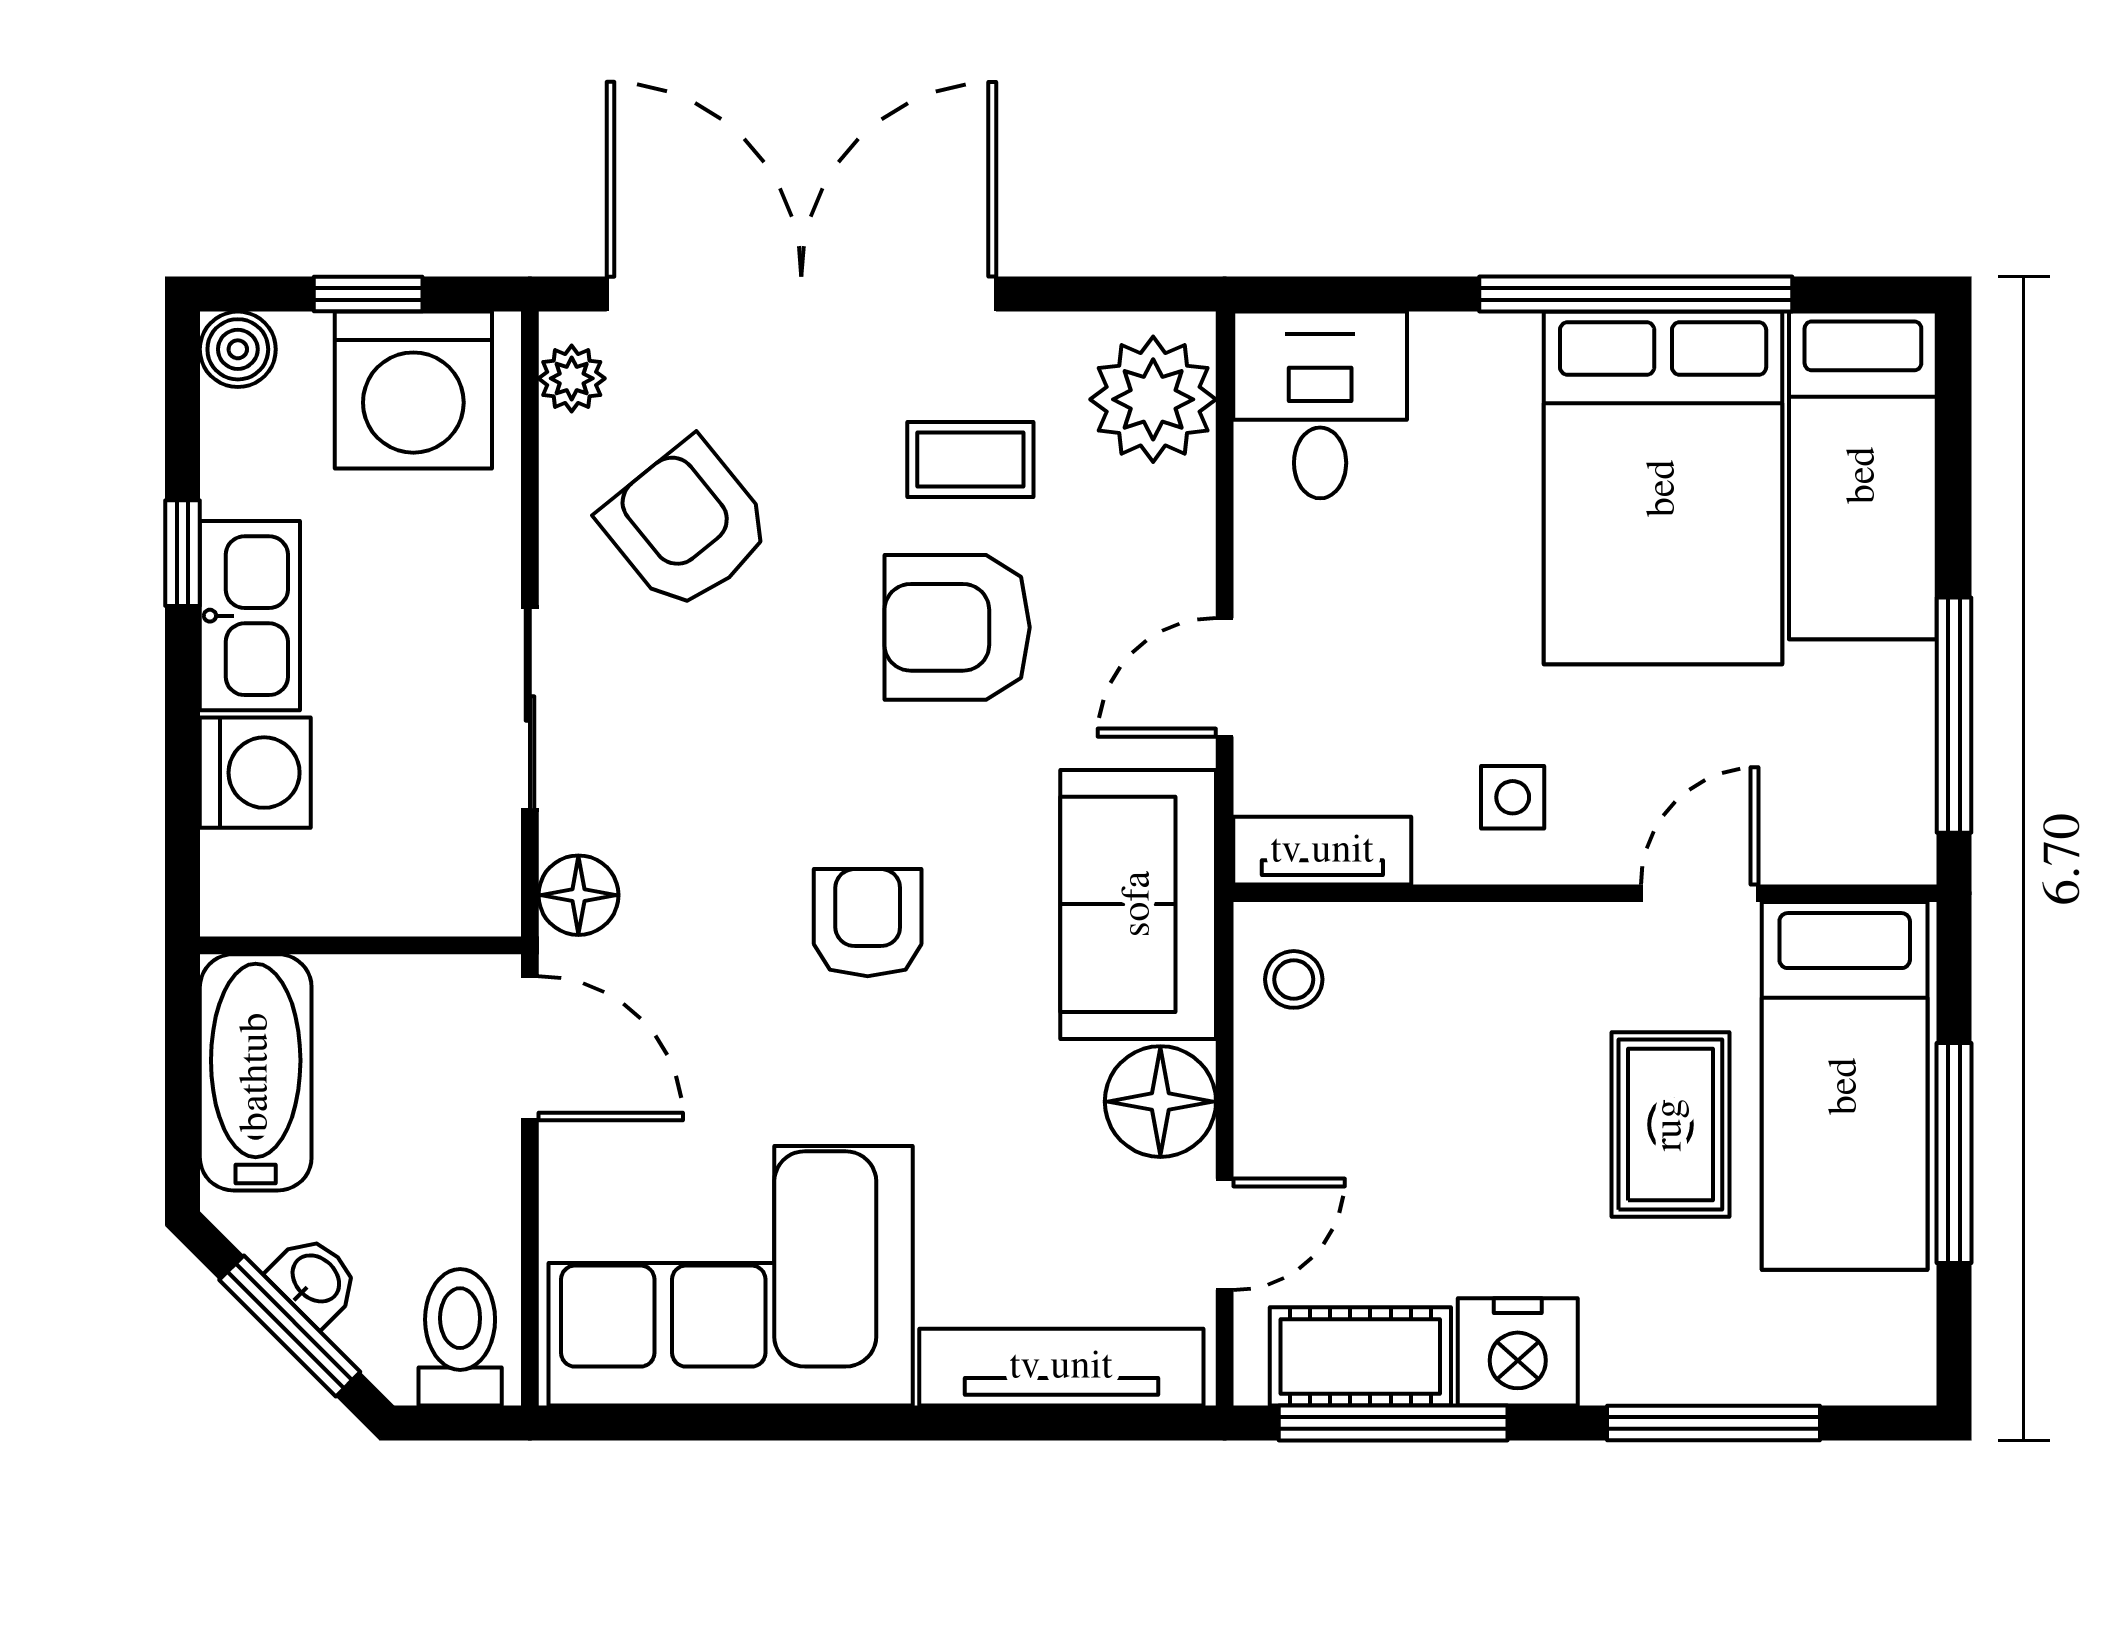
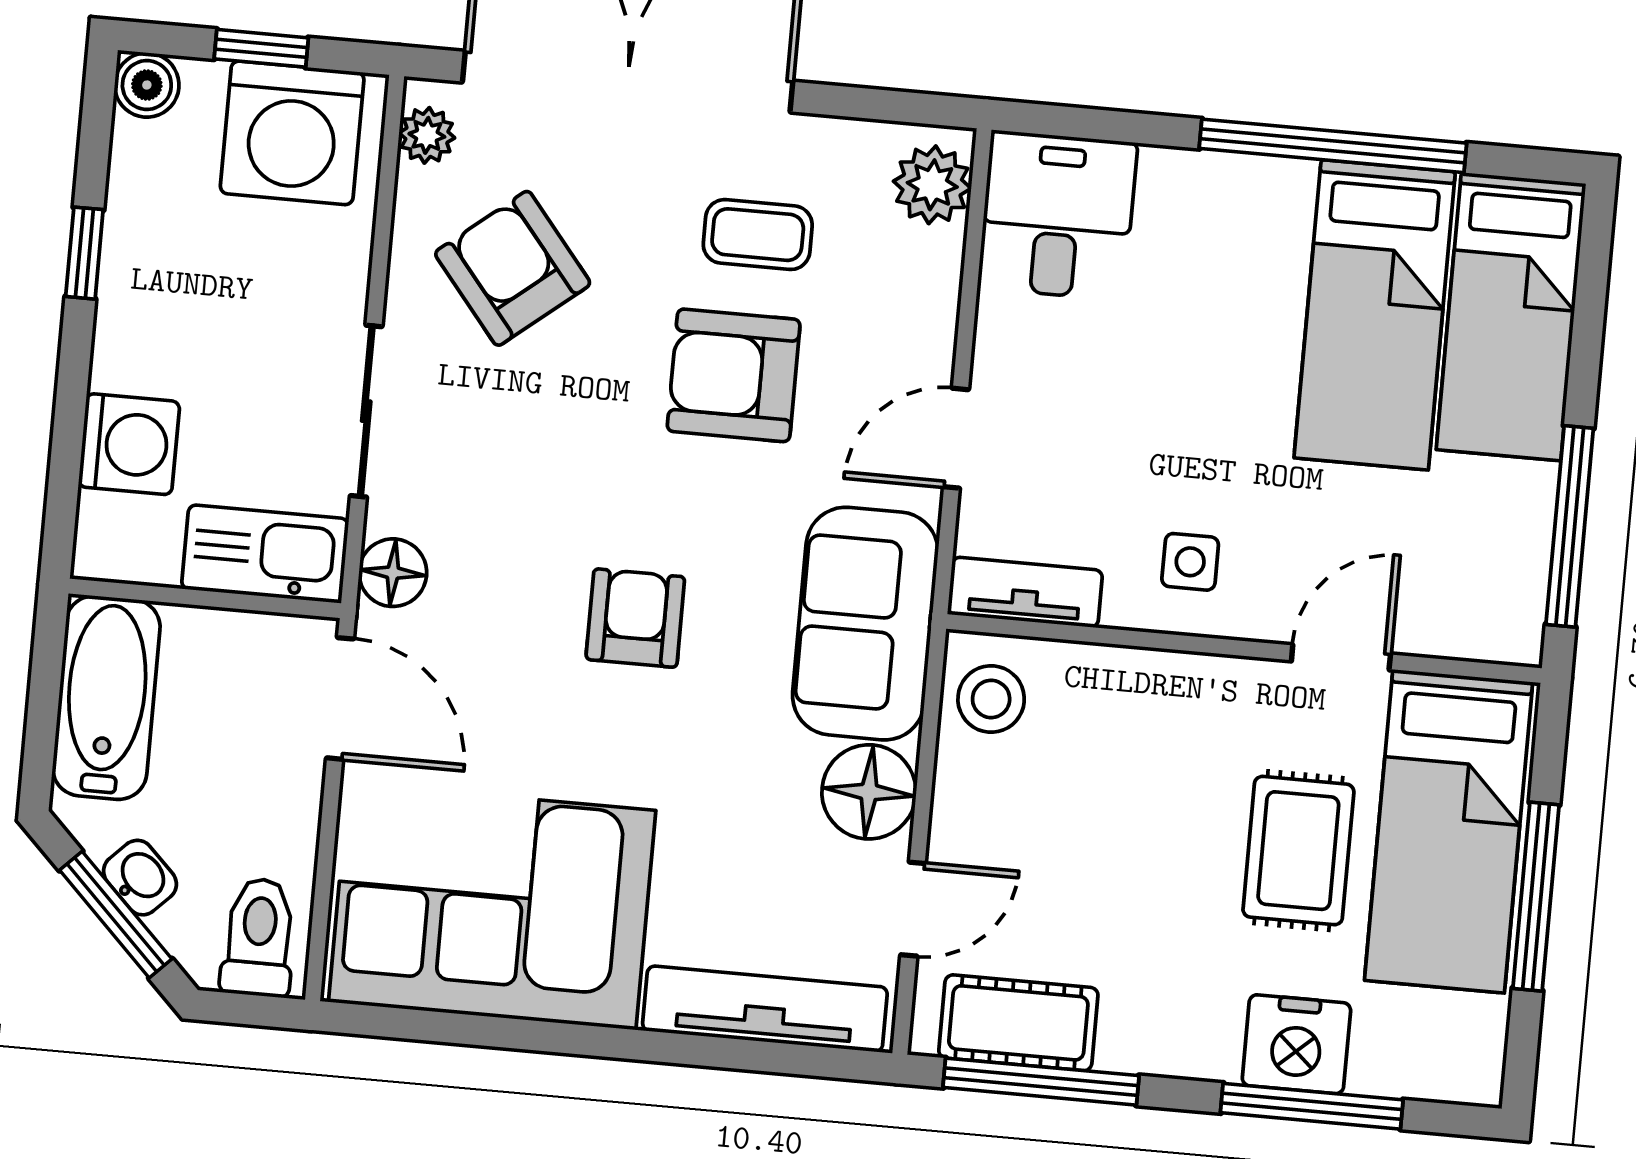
plant: (1153, 399) -> (932, 185), width x0.73, depth x0.73
bed: (1663, 488) -> (1375, 315), width x0.67
kitchen sink: (250, 616) -> (265, 554), moved, turned -90
stool: (1294, 979) -> (991, 699), width x1.37, depth x1.37
nightstand: (1518, 1352) -> (1296, 1044), moved

